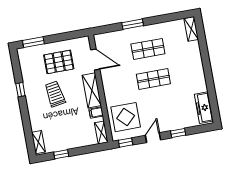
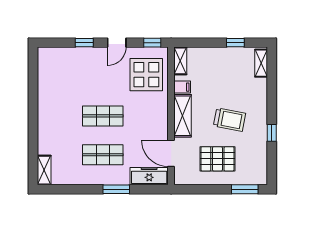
trolley: (55, 94) -> (230, 120), turned -70
freezer: (204, 108) -> (149, 176), moved, turned -90

